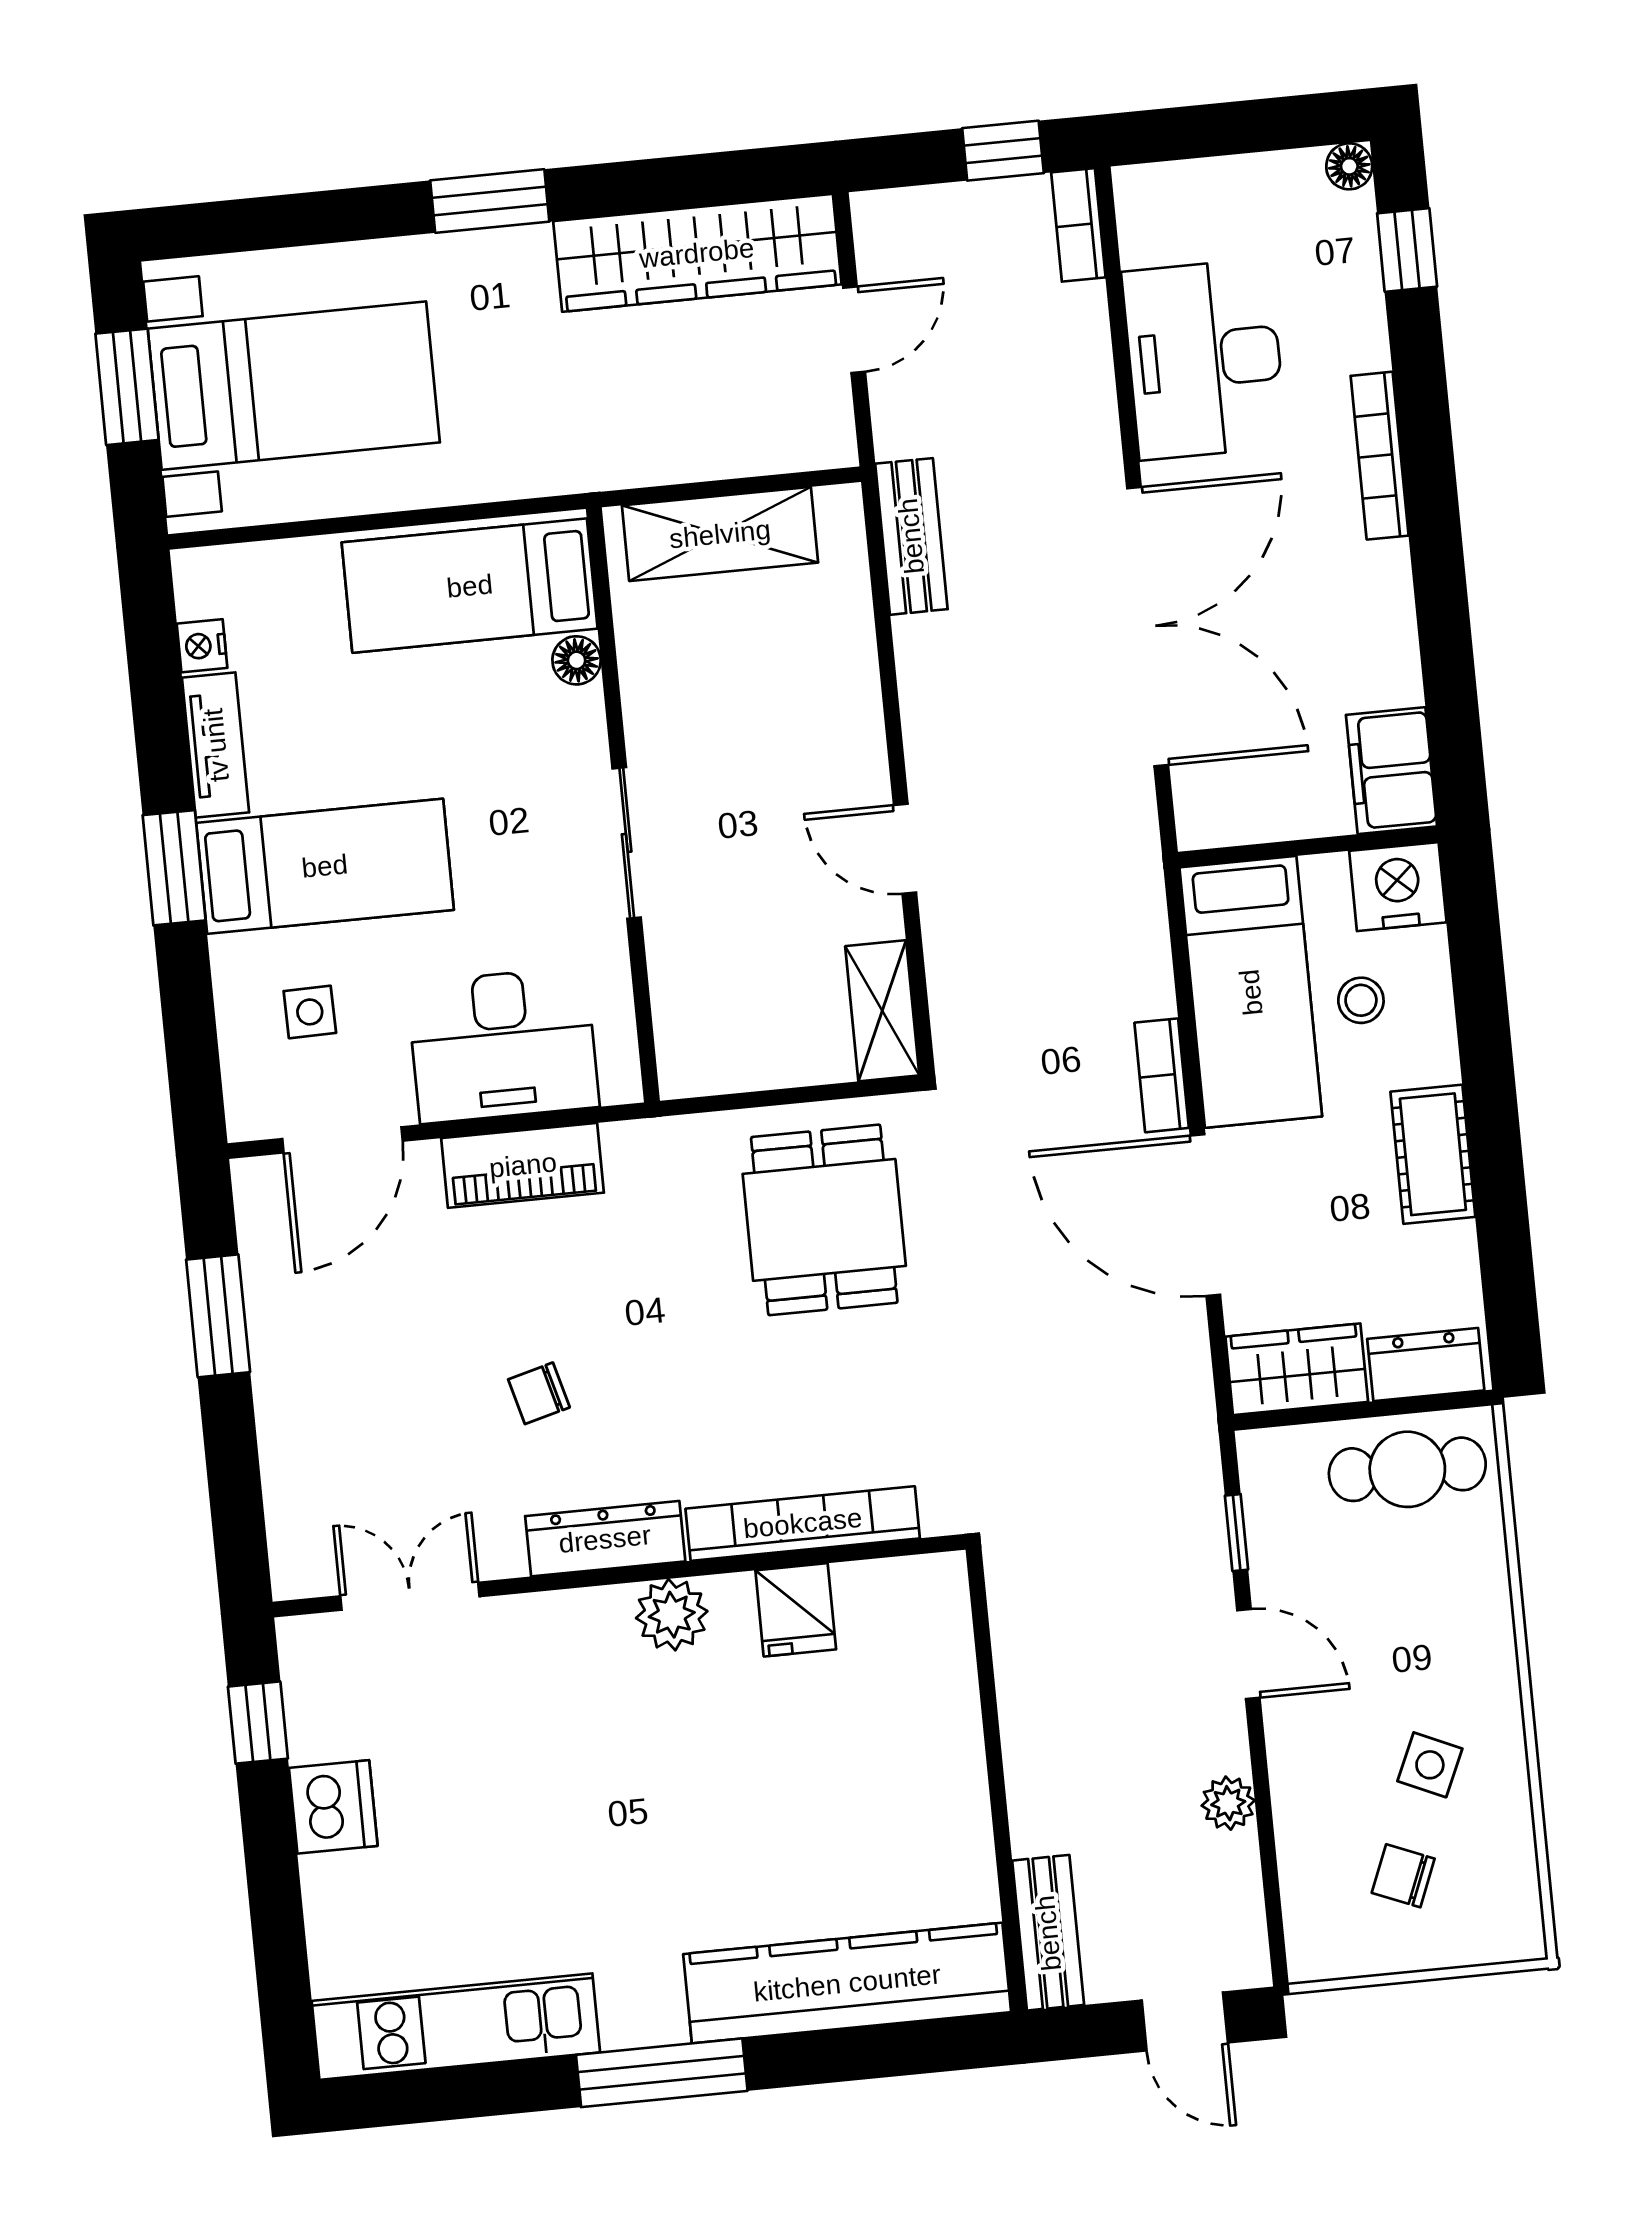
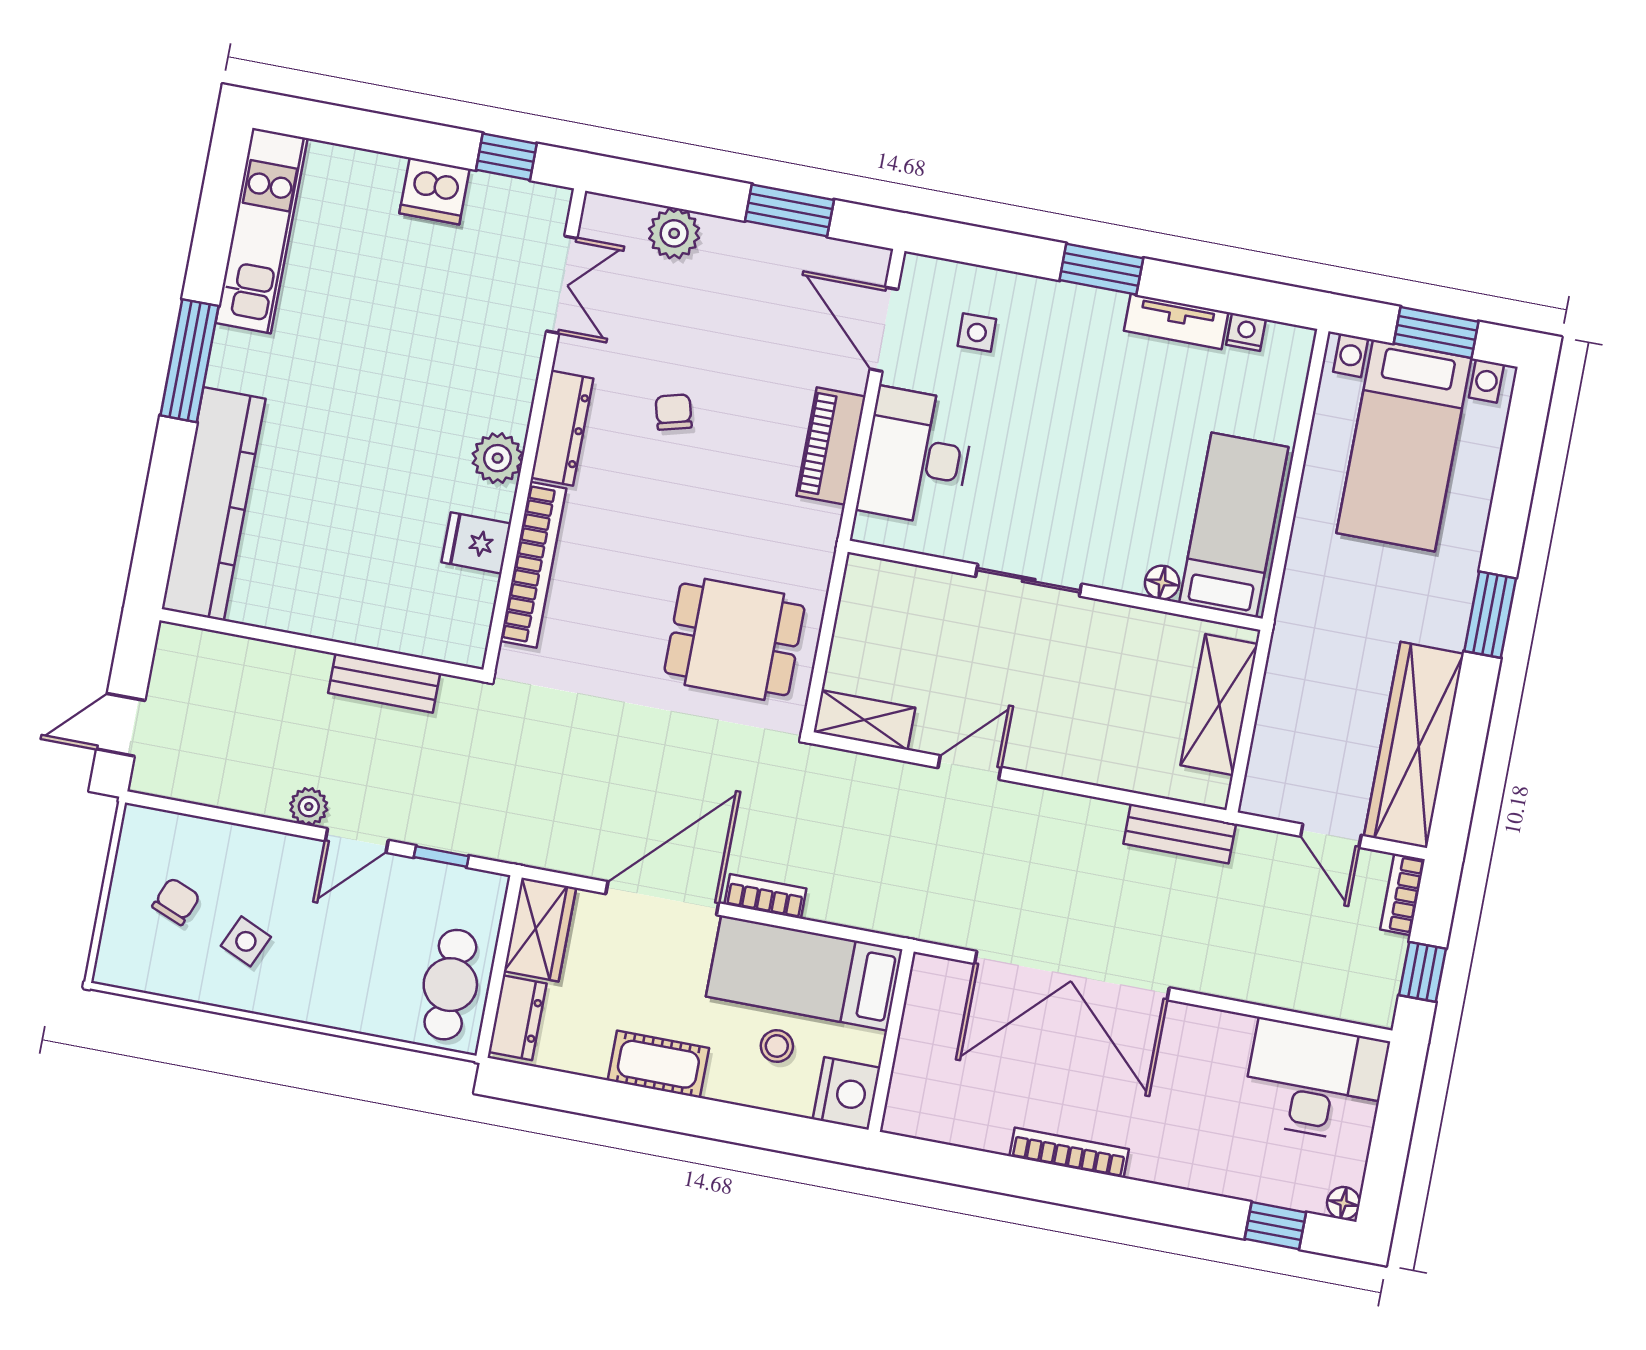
bookcase: (1078, 225) -> (1403, 894), moved, turned -90
desk: (1204, 359) -> (1315, 1081), moved
bookcase: (1380, 456) -> (1069, 1153), moved
filing cabinet: (1392, 771) -> (926, 1112), removed
bed: (325, 866) -> (1072, 372), removed
plant: (295, 1464) -> (674, 233), added
plant: (1228, 1803) -> (309, 807), moved
bench: (1048, 1933) -> (384, 683), moved

